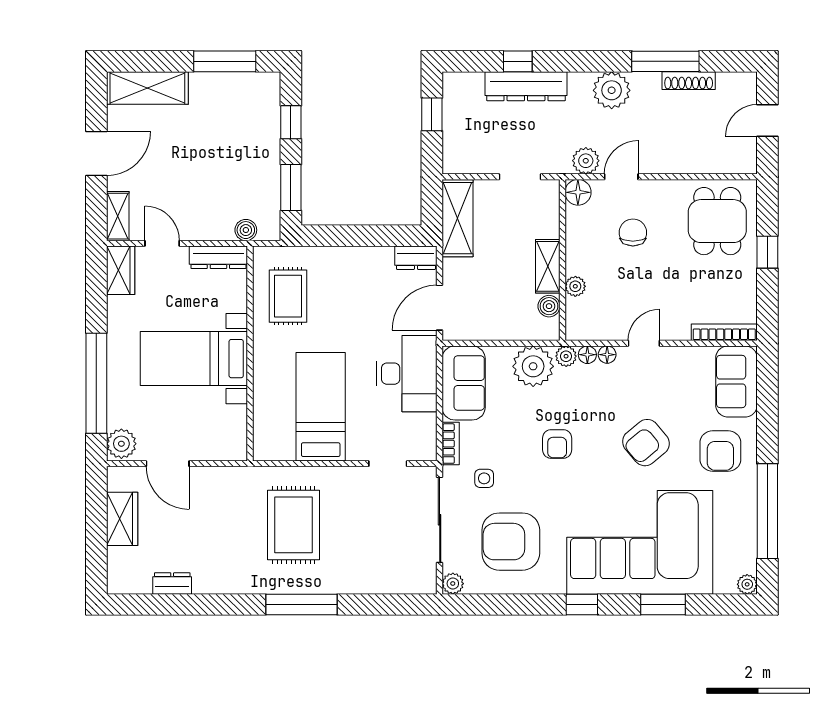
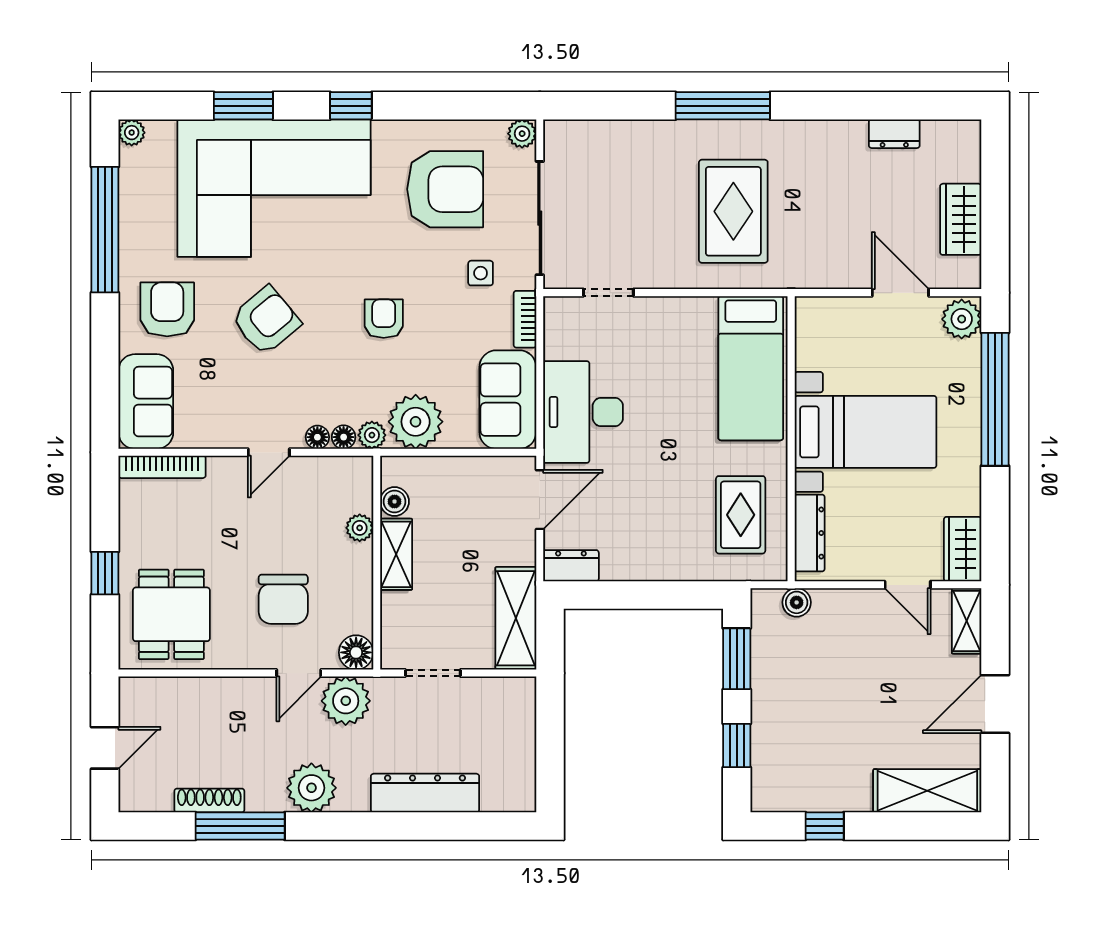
window: (225, 61) -> (825, 826), width x0.46
window: (518, 61) -> (436, 826), removed
window: (432, 114) -> (550, 756), removed
plant: (586, 161) -> (346, 701), width x1.36, depth x1.36
chair: (633, 232) -> (283, 599), width x1.37, depth x1.37
dresser: (218, 257) -> (810, 533), moved, turned 90
bed: (321, 407) -> (751, 368), moved

